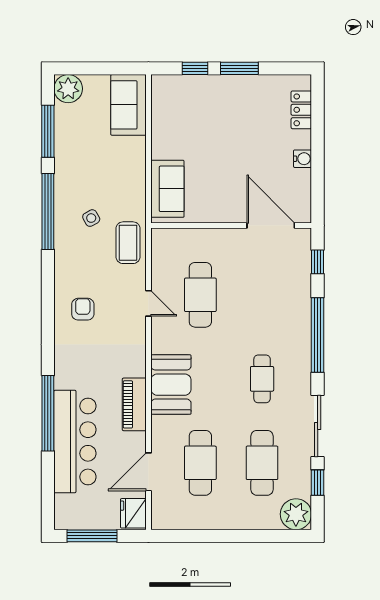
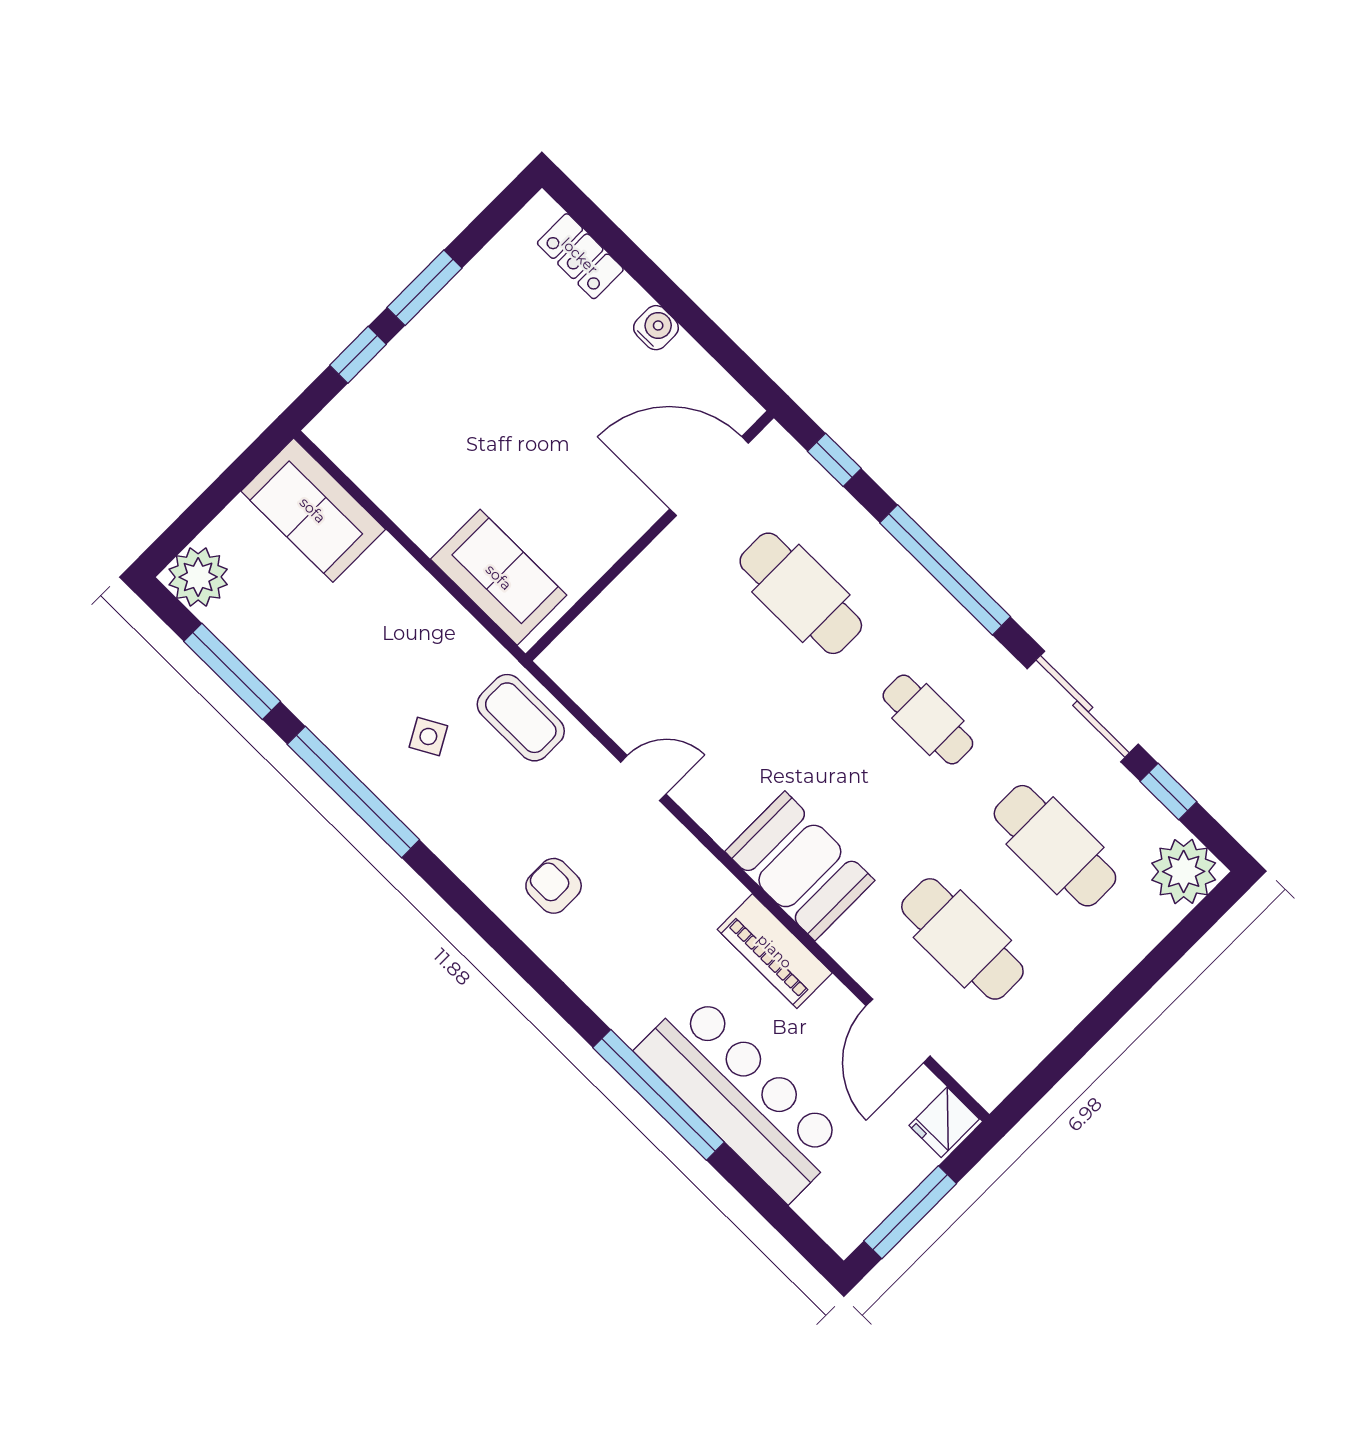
cafe table: (200, 295) -> (801, 593), moved
fridge: (133, 513) -> (944, 1122), width x0.72

